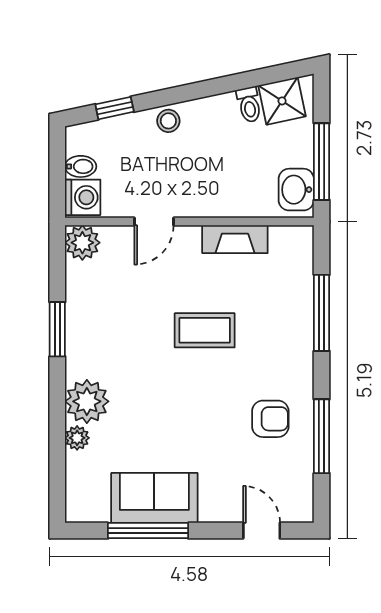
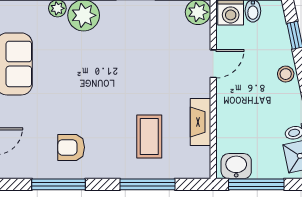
door: (154, 222) -> (213, 64), swing flipped
coffee table: (205, 330) -> (149, 136), moved
armchair: (270, 419) -> (71, 147), turned 90

